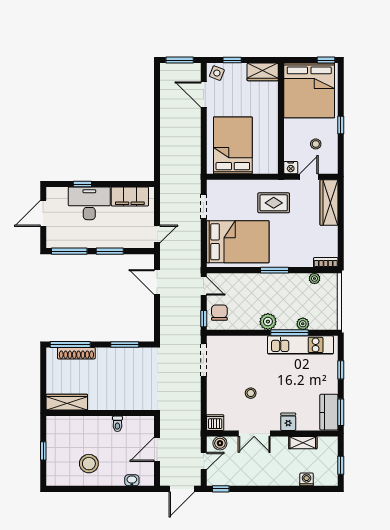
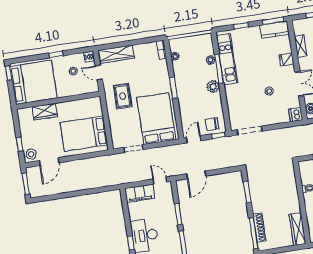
wardrobe: (263, 72) -> (45, 112), moved, turned 90
nightstand: (291, 168) -> (89, 57), moved
filing cabinet: (130, 197) -> (140, 193), moved, turned 90

